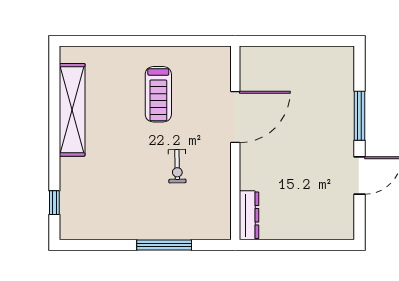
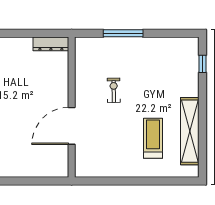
treadmill: (158, 94) -> (153, 138), moved
dresser: (249, 215) -> (51, 44), moved, turned -90

